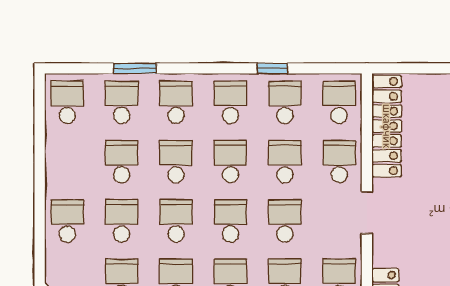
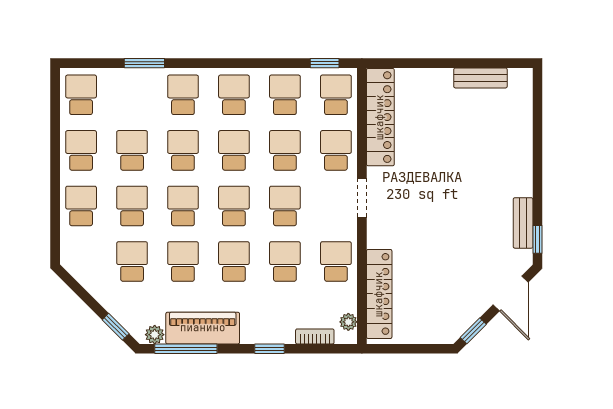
window: (272, 68) -> (325, 63), moved
school desk: (122, 102) -> (81, 150), moved

